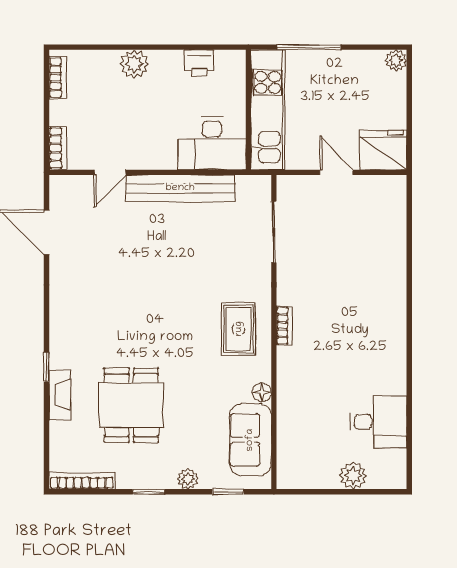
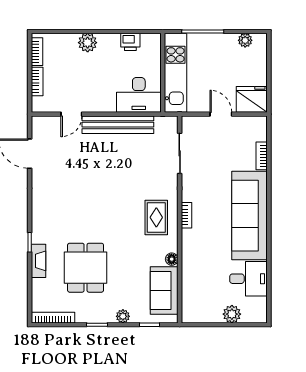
plant: (396, 60) -> (245, 40), moved
bookcase: (58, 148) -> (37, 81), moved
bookcase: (398, 236) -> (262, 156), added
sofa: (380, 326) -> (250, 216), added

